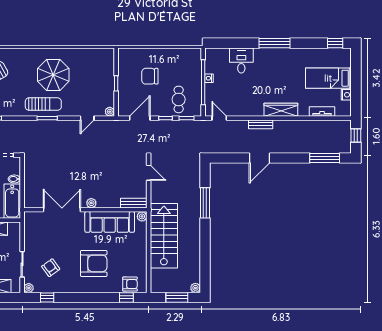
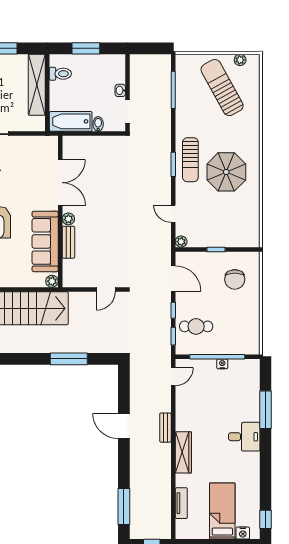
window: (275, 43) -> (265, 410), moved
desk: (241, 60) -> (244, 437), moved
chair: (150, 76) -> (235, 279), moved, turned 180
nightstand: (346, 95) -> (243, 533), moved
bench: (134, 203) -> (68, 242), moved

